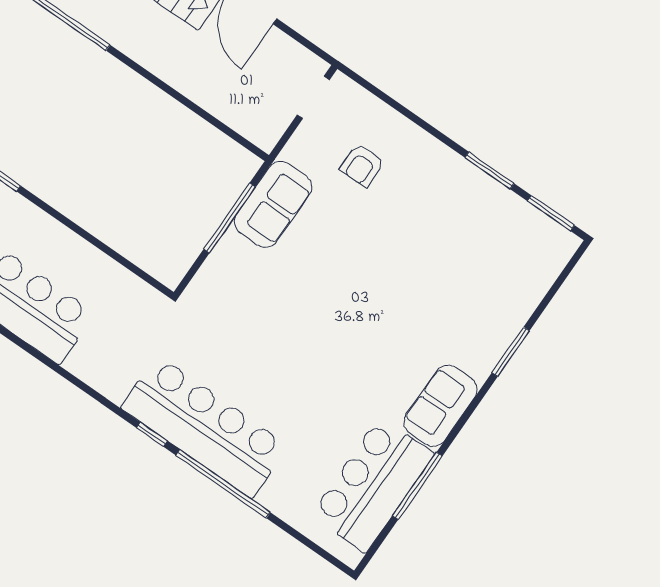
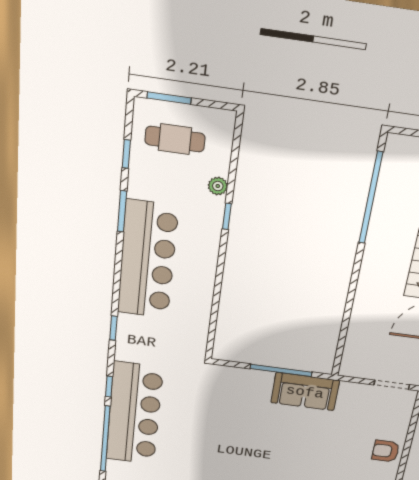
armchair: (362, 165) -> (386, 451), moved
window: (77, 383) -> (113, 328), added

